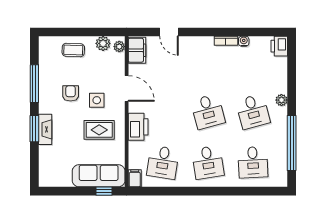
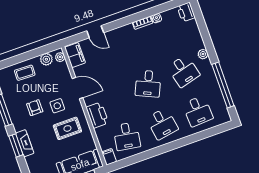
desk: (208, 112) -> (148, 84), turned 39

